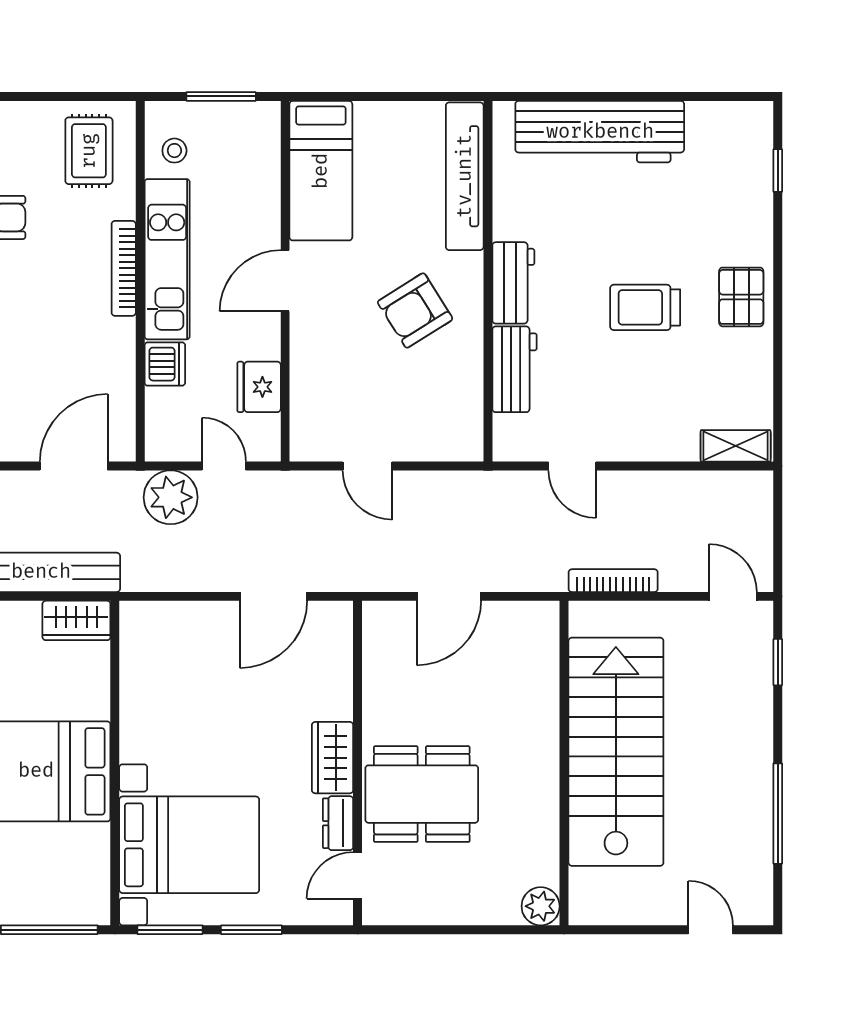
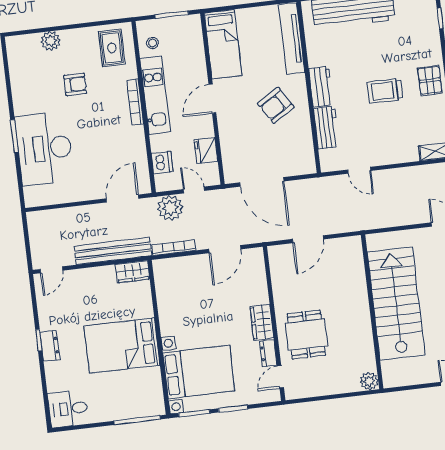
dishwasher: (165, 364) -> (162, 162), moved
door: (367, 466) -> (262, 182), width x1.88
bookcase: (613, 581) -> (174, 248), moved
dining table: (422, 794) -> (306, 335), width x0.73

